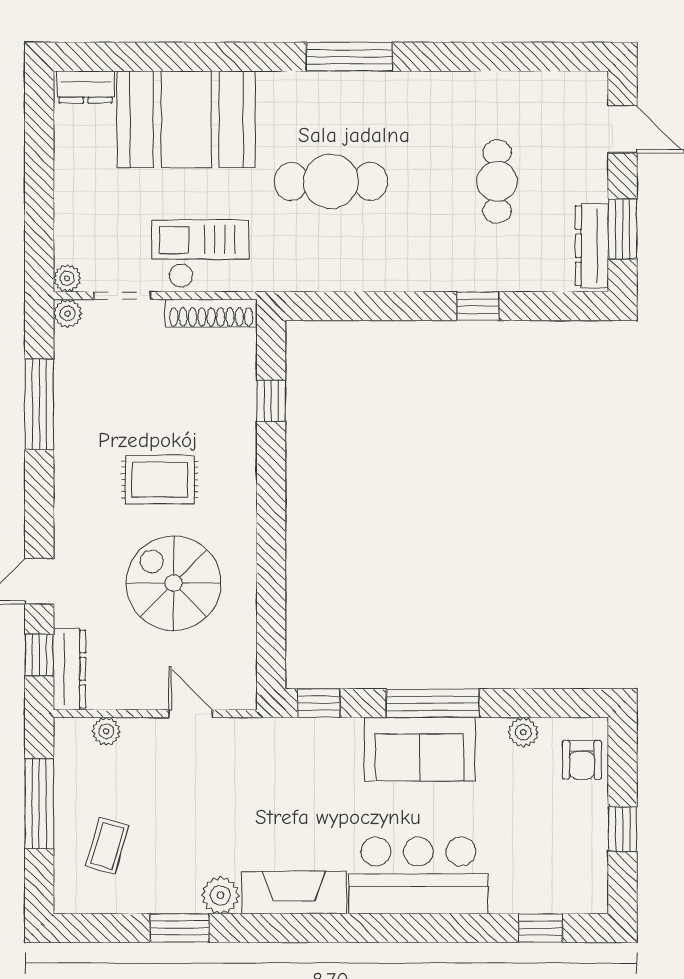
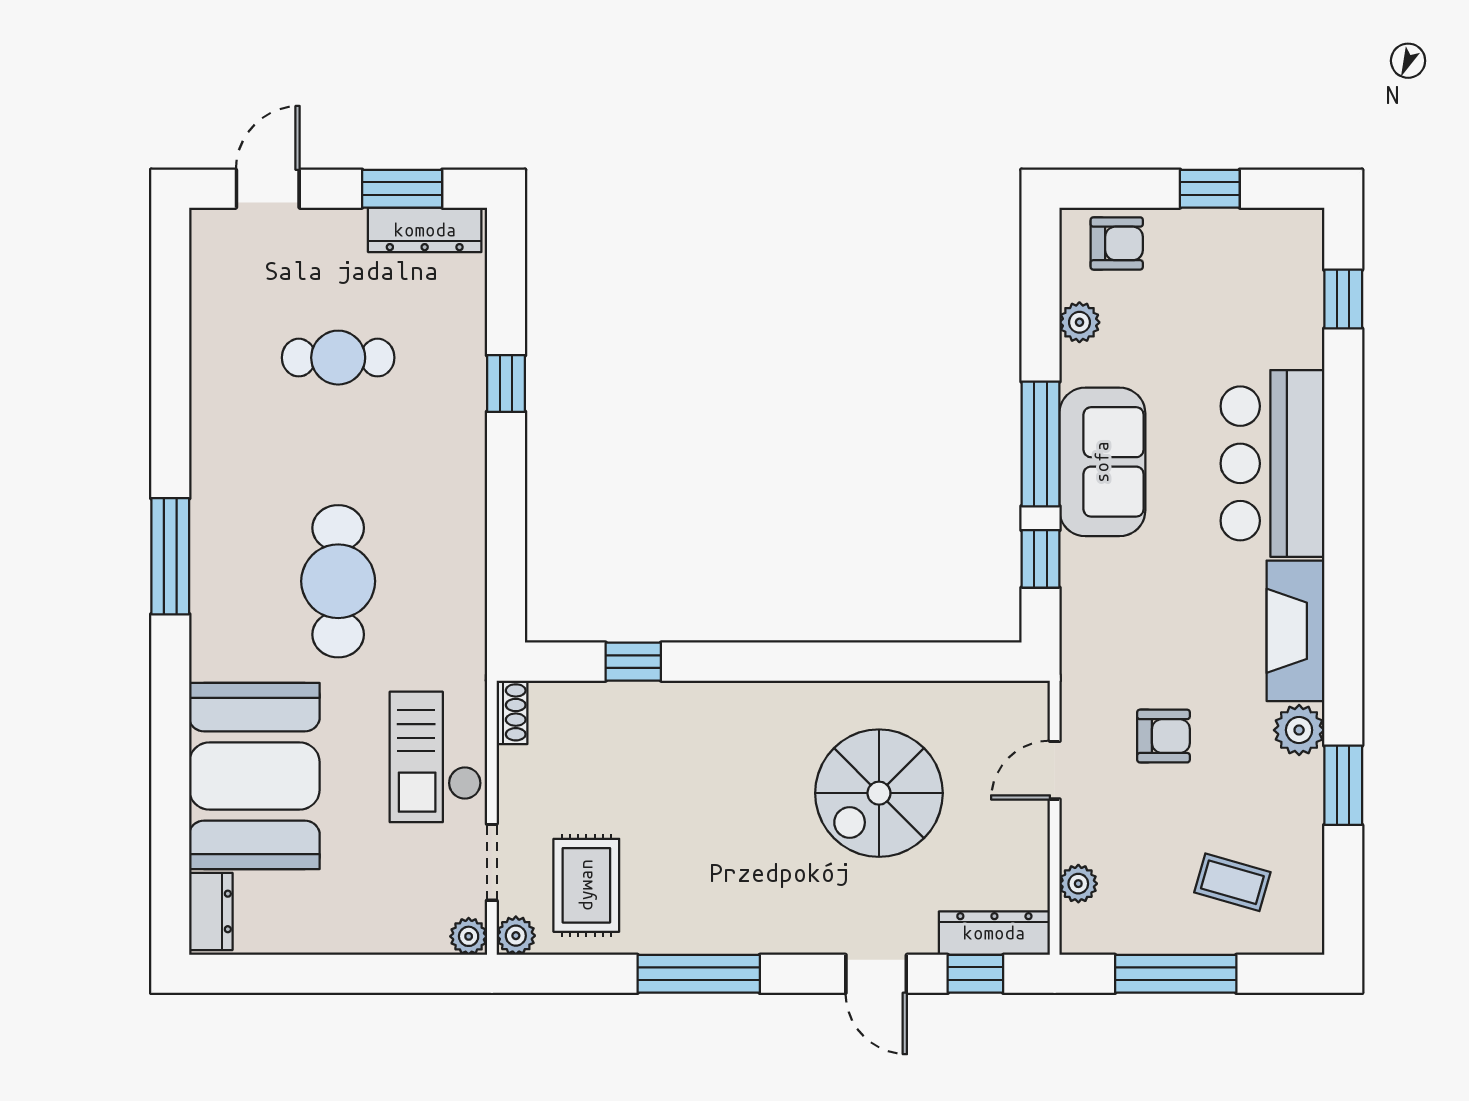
shoe rack: (211, 313) -> (512, 712), width x0.51, depth x0.81
window: (39, 404) -> (699, 974), moved
rug: (160, 480) -> (586, 885), moved
window: (319, 703) -> (1040, 559), moved
armchair: (216, 795) -> (1163, 736), added

